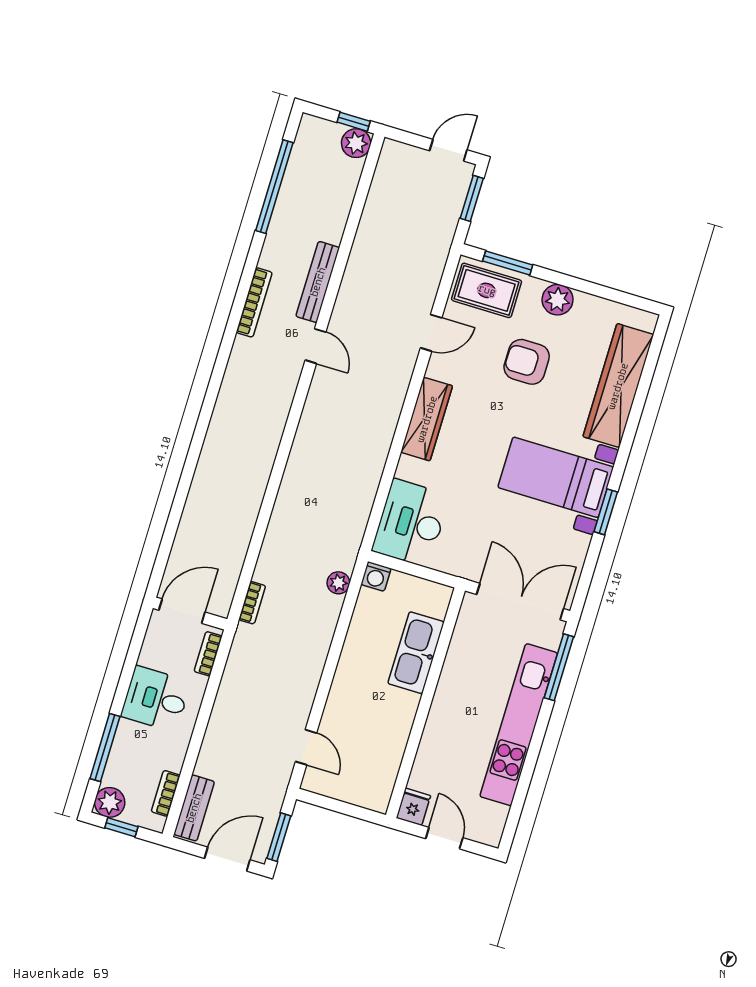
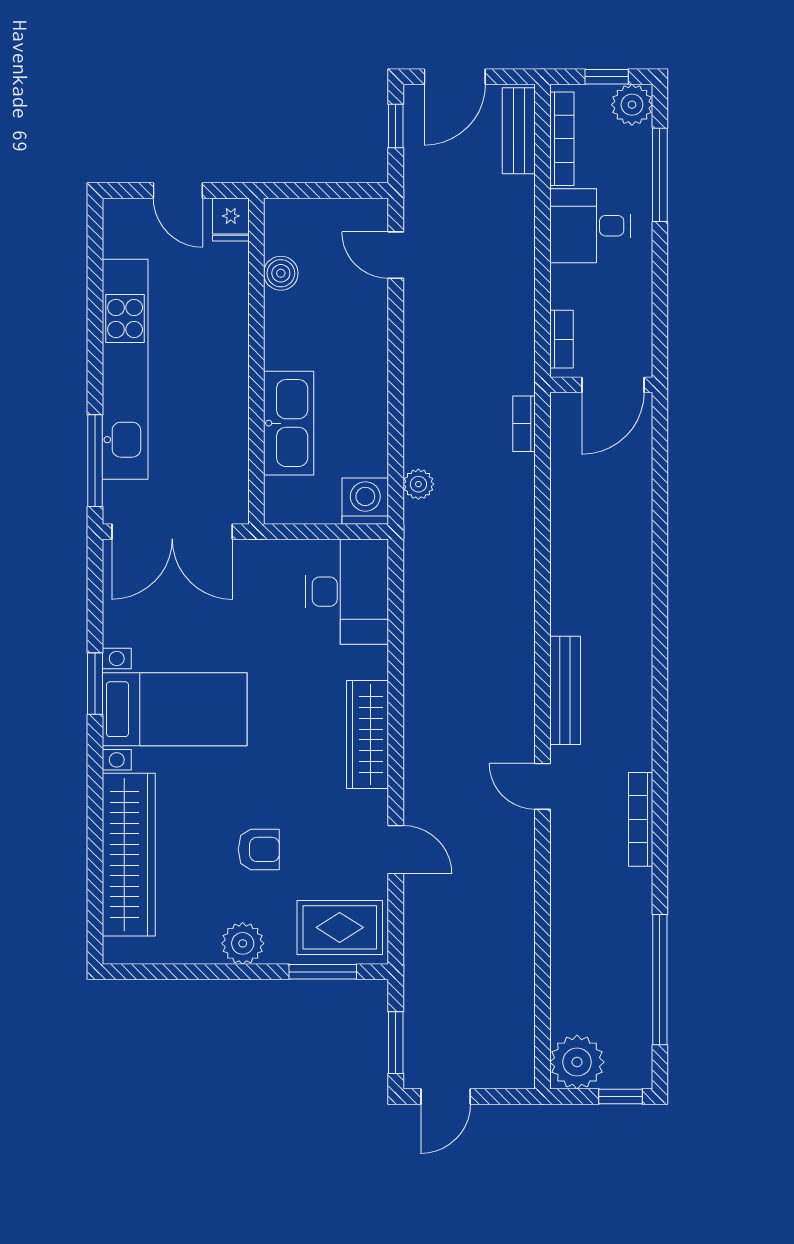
window: (354, 122) -> (620, 1097), moved
plant: (356, 143) -> (577, 1062), width x1.36, depth x1.36
bench: (318, 282) -> (565, 690), moved
door: (431, 333) -> (396, 850), swing flipped
armchair: (527, 362) -> (259, 849), width x0.72, depth x0.72
washing machine: (376, 576) -> (365, 501), width x1.38, depth x1.38
desk: (156, 699) -> (590, 226), moved, turned 180
boiler: (390, 759) -> (281, 273), added
bookcase: (166, 793) -> (562, 139), width x1.56
window: (279, 837) -> (396, 126), width x0.67

